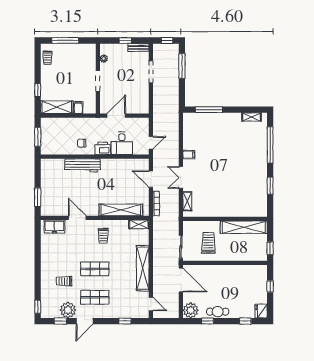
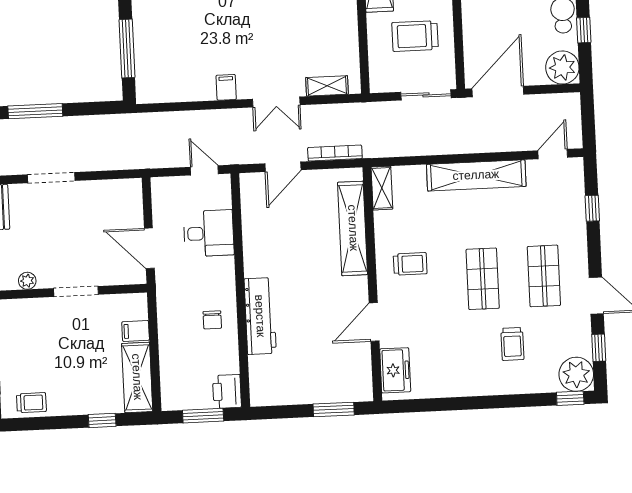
printer: (103, 148) -> (227, 391), moved
plant: (68, 310) -> (576, 374), moved

